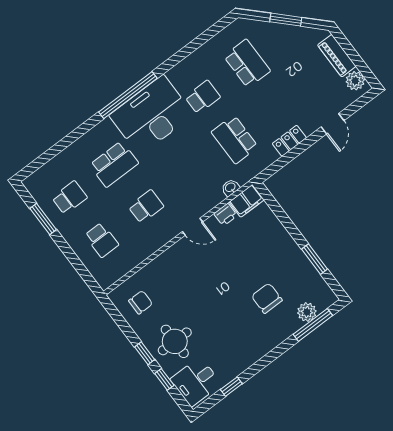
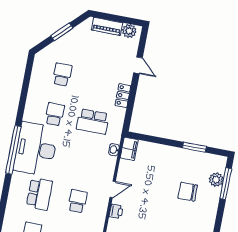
school desk: (247, 63) -> (62, 74), width x0.54
printer: (226, 215) -> (116, 211), moved

